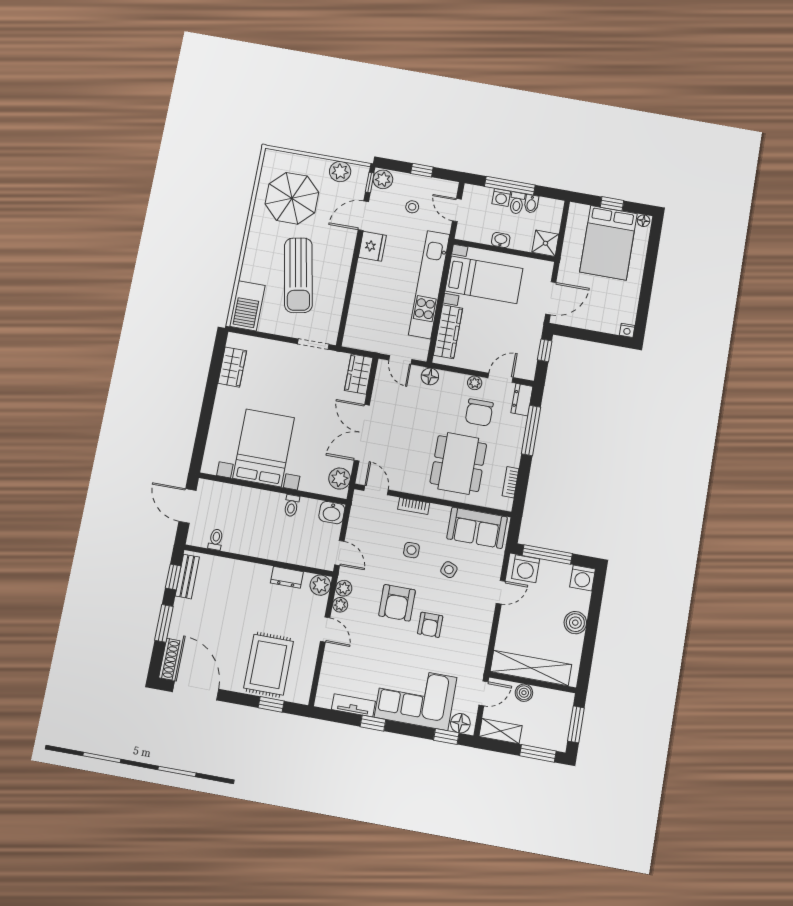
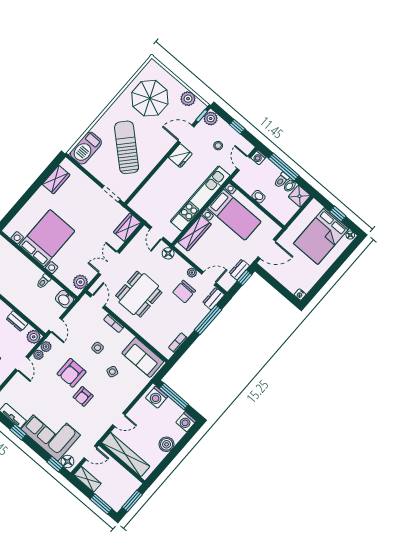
washing machine: (501, 198) -> (258, 157), moved
shower: (545, 243) -> (299, 196), moved
sun lounger: (298, 275) -> (127, 147), turned 143
dresser: (532, 344) -> (239, 270), added
double door: (362, 433) -> (109, 263), width x0.73
dining table: (458, 464) -> (139, 294), moved
door: (501, 592) -> (119, 420), moved
boiler: (524, 693) -> (114, 466), removed

